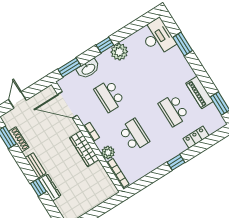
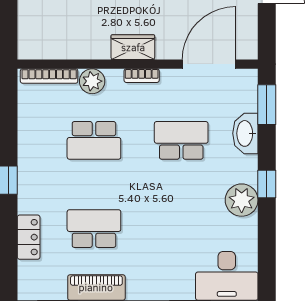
wardrobe: (84, 149) -> (133, 47), width x0.67

